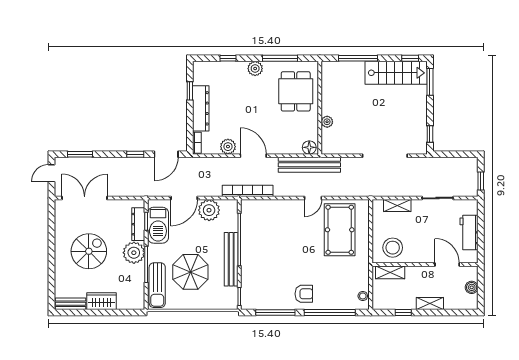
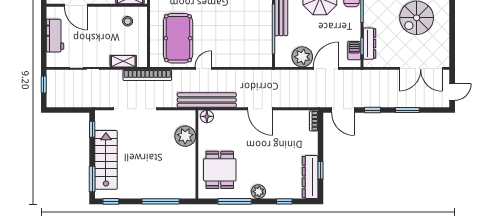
stairs: (396, 73) -> (106, 160), moved, turned 90
dresser: (201, 108) -> (310, 177), moved
plant: (327, 122) -> (185, 136), width x1.87, depth x1.87
plant: (228, 147) -> (284, 117), removed
window: (80, 154) -> (407, 110), moved
door: (166, 154) -> (343, 110), swing flipped
bookcase: (248, 191) -> (147, 75), moved
barbecue: (158, 225) -> (354, 51), width x0.53, depth x0.65
stool: (393, 248) -> (128, 21), width x0.53, depth x0.53
plant: (134, 253) -> (374, 16), removed

